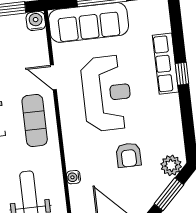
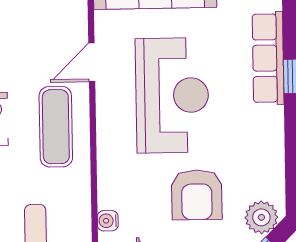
door: (53, 77) -> (92, 62), hinge flipped
armchair: (129, 155) -> (197, 195), width x1.38, depth x1.38

